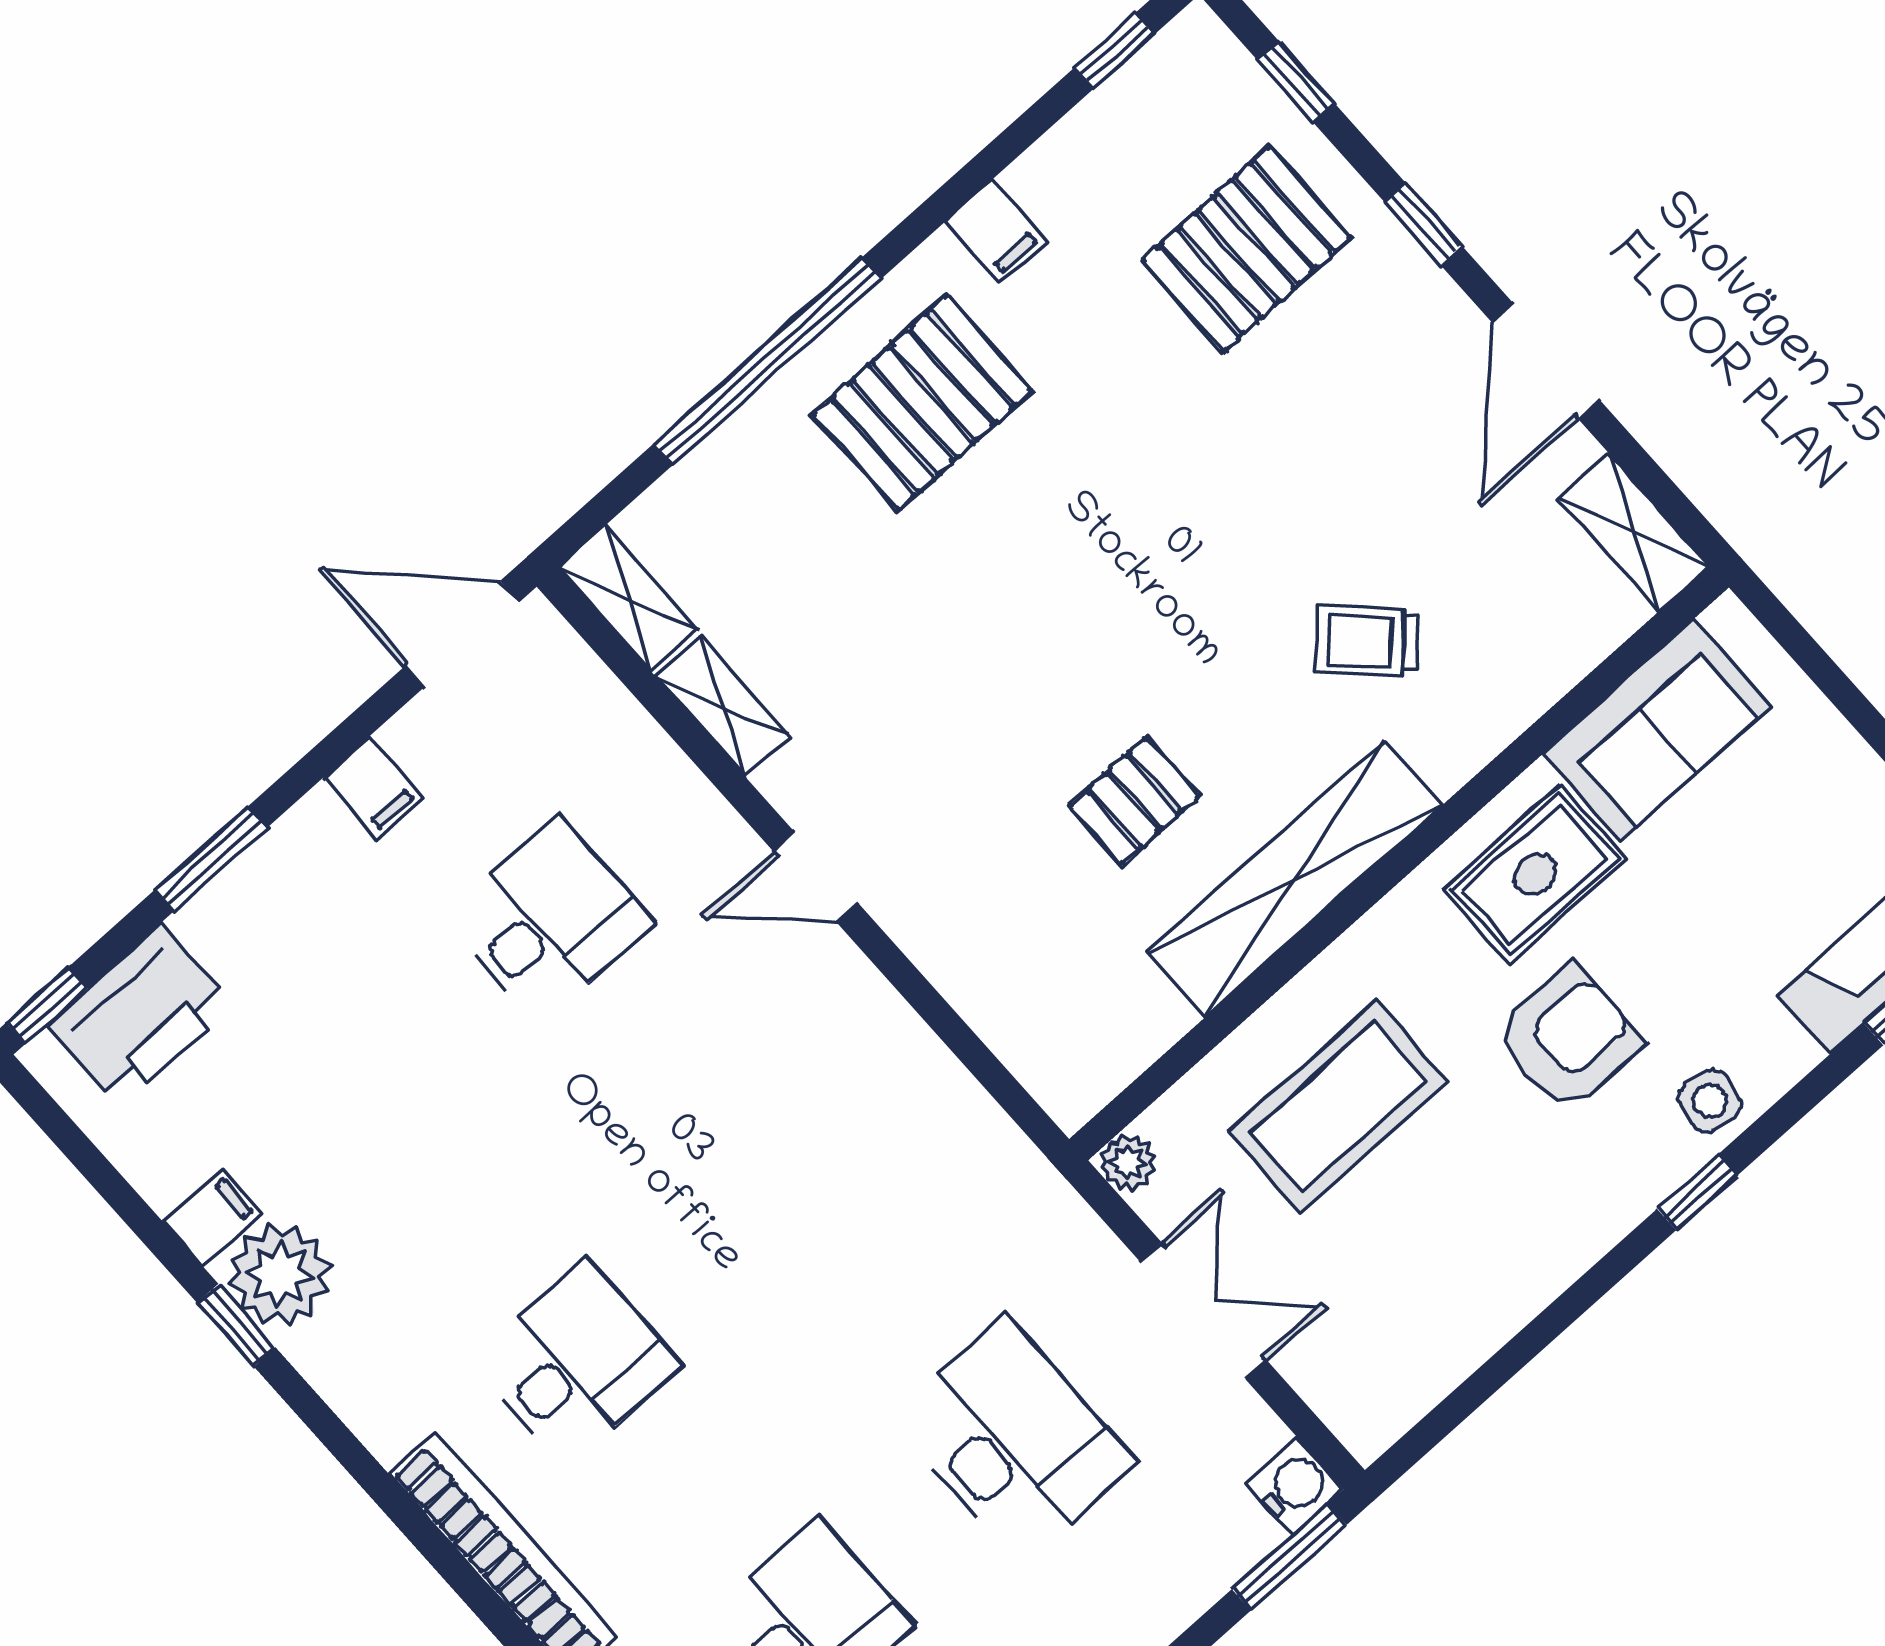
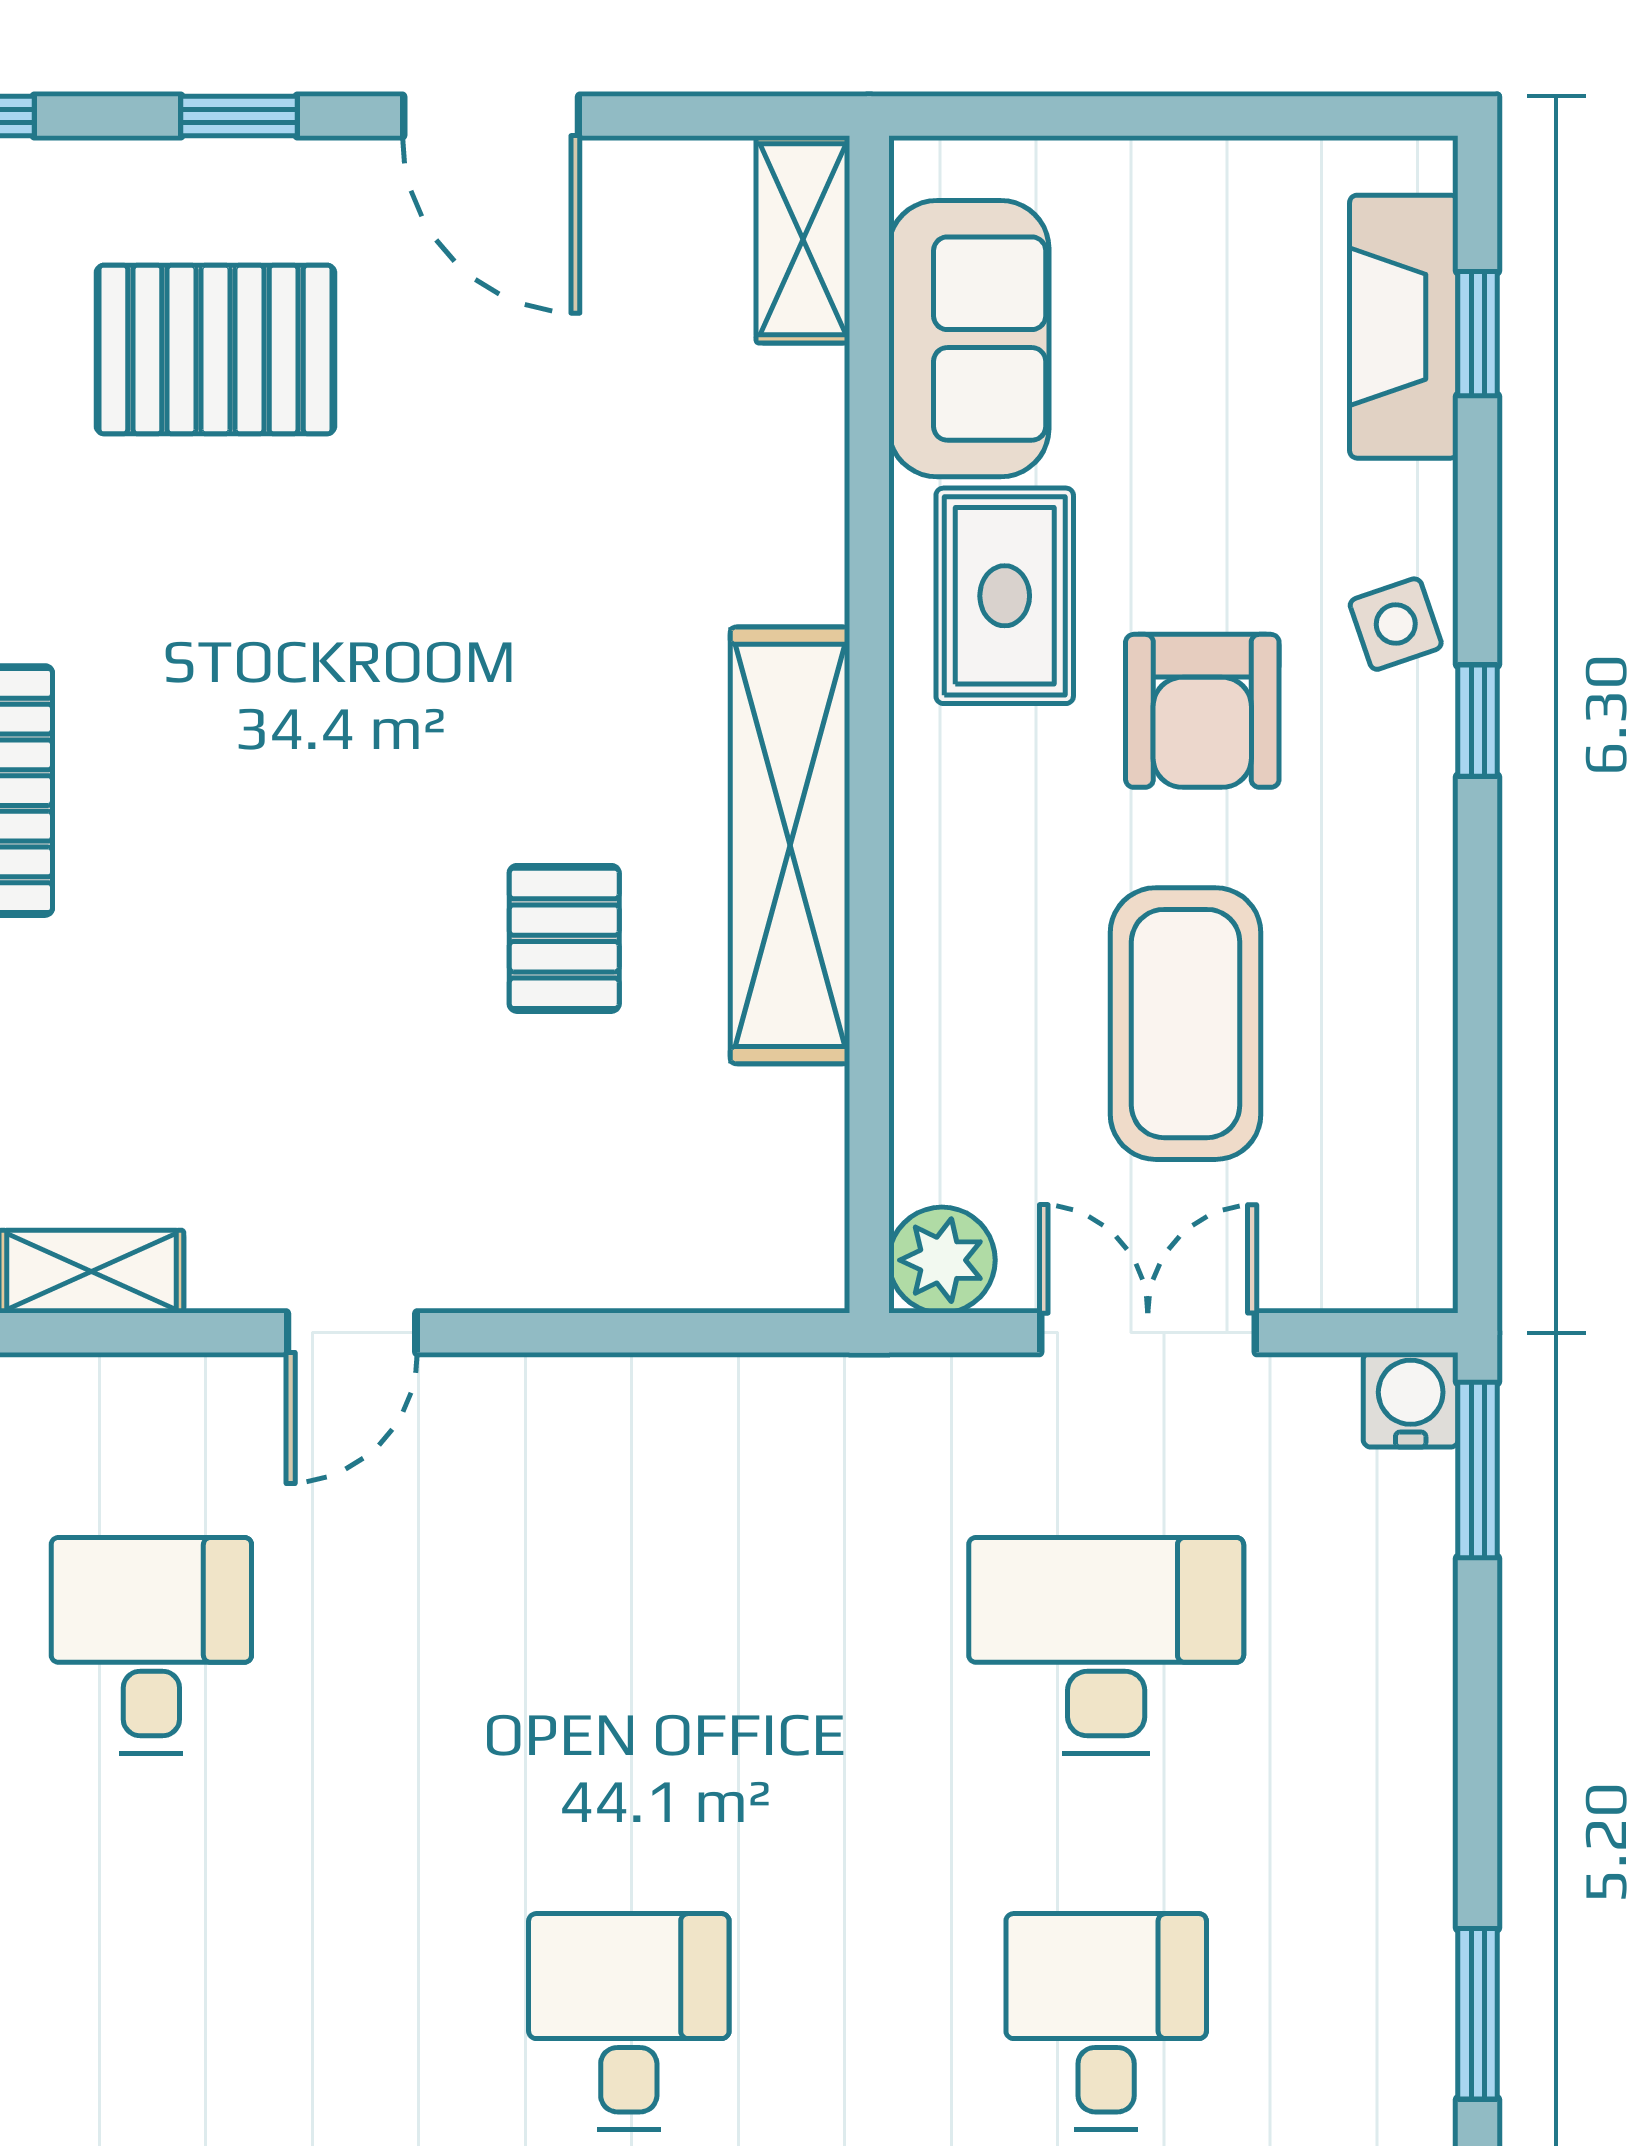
pallet: (1246, 249) -> (215, 349), moved, turned 90
shelving: (1634, 532) -> (803, 239), moved, turned 90
trolley: (1367, 641) -> (614, 554), removed
armchair: (1568, 1038) -> (1202, 711), turned 180
side table: (1710, 1101) -> (1396, 624), turned -31
coffee table: (1338, 1107) -> (1186, 1024), moved
plant: (1128, 1163) -> (942, 1260), width x1.38, depth x1.38

